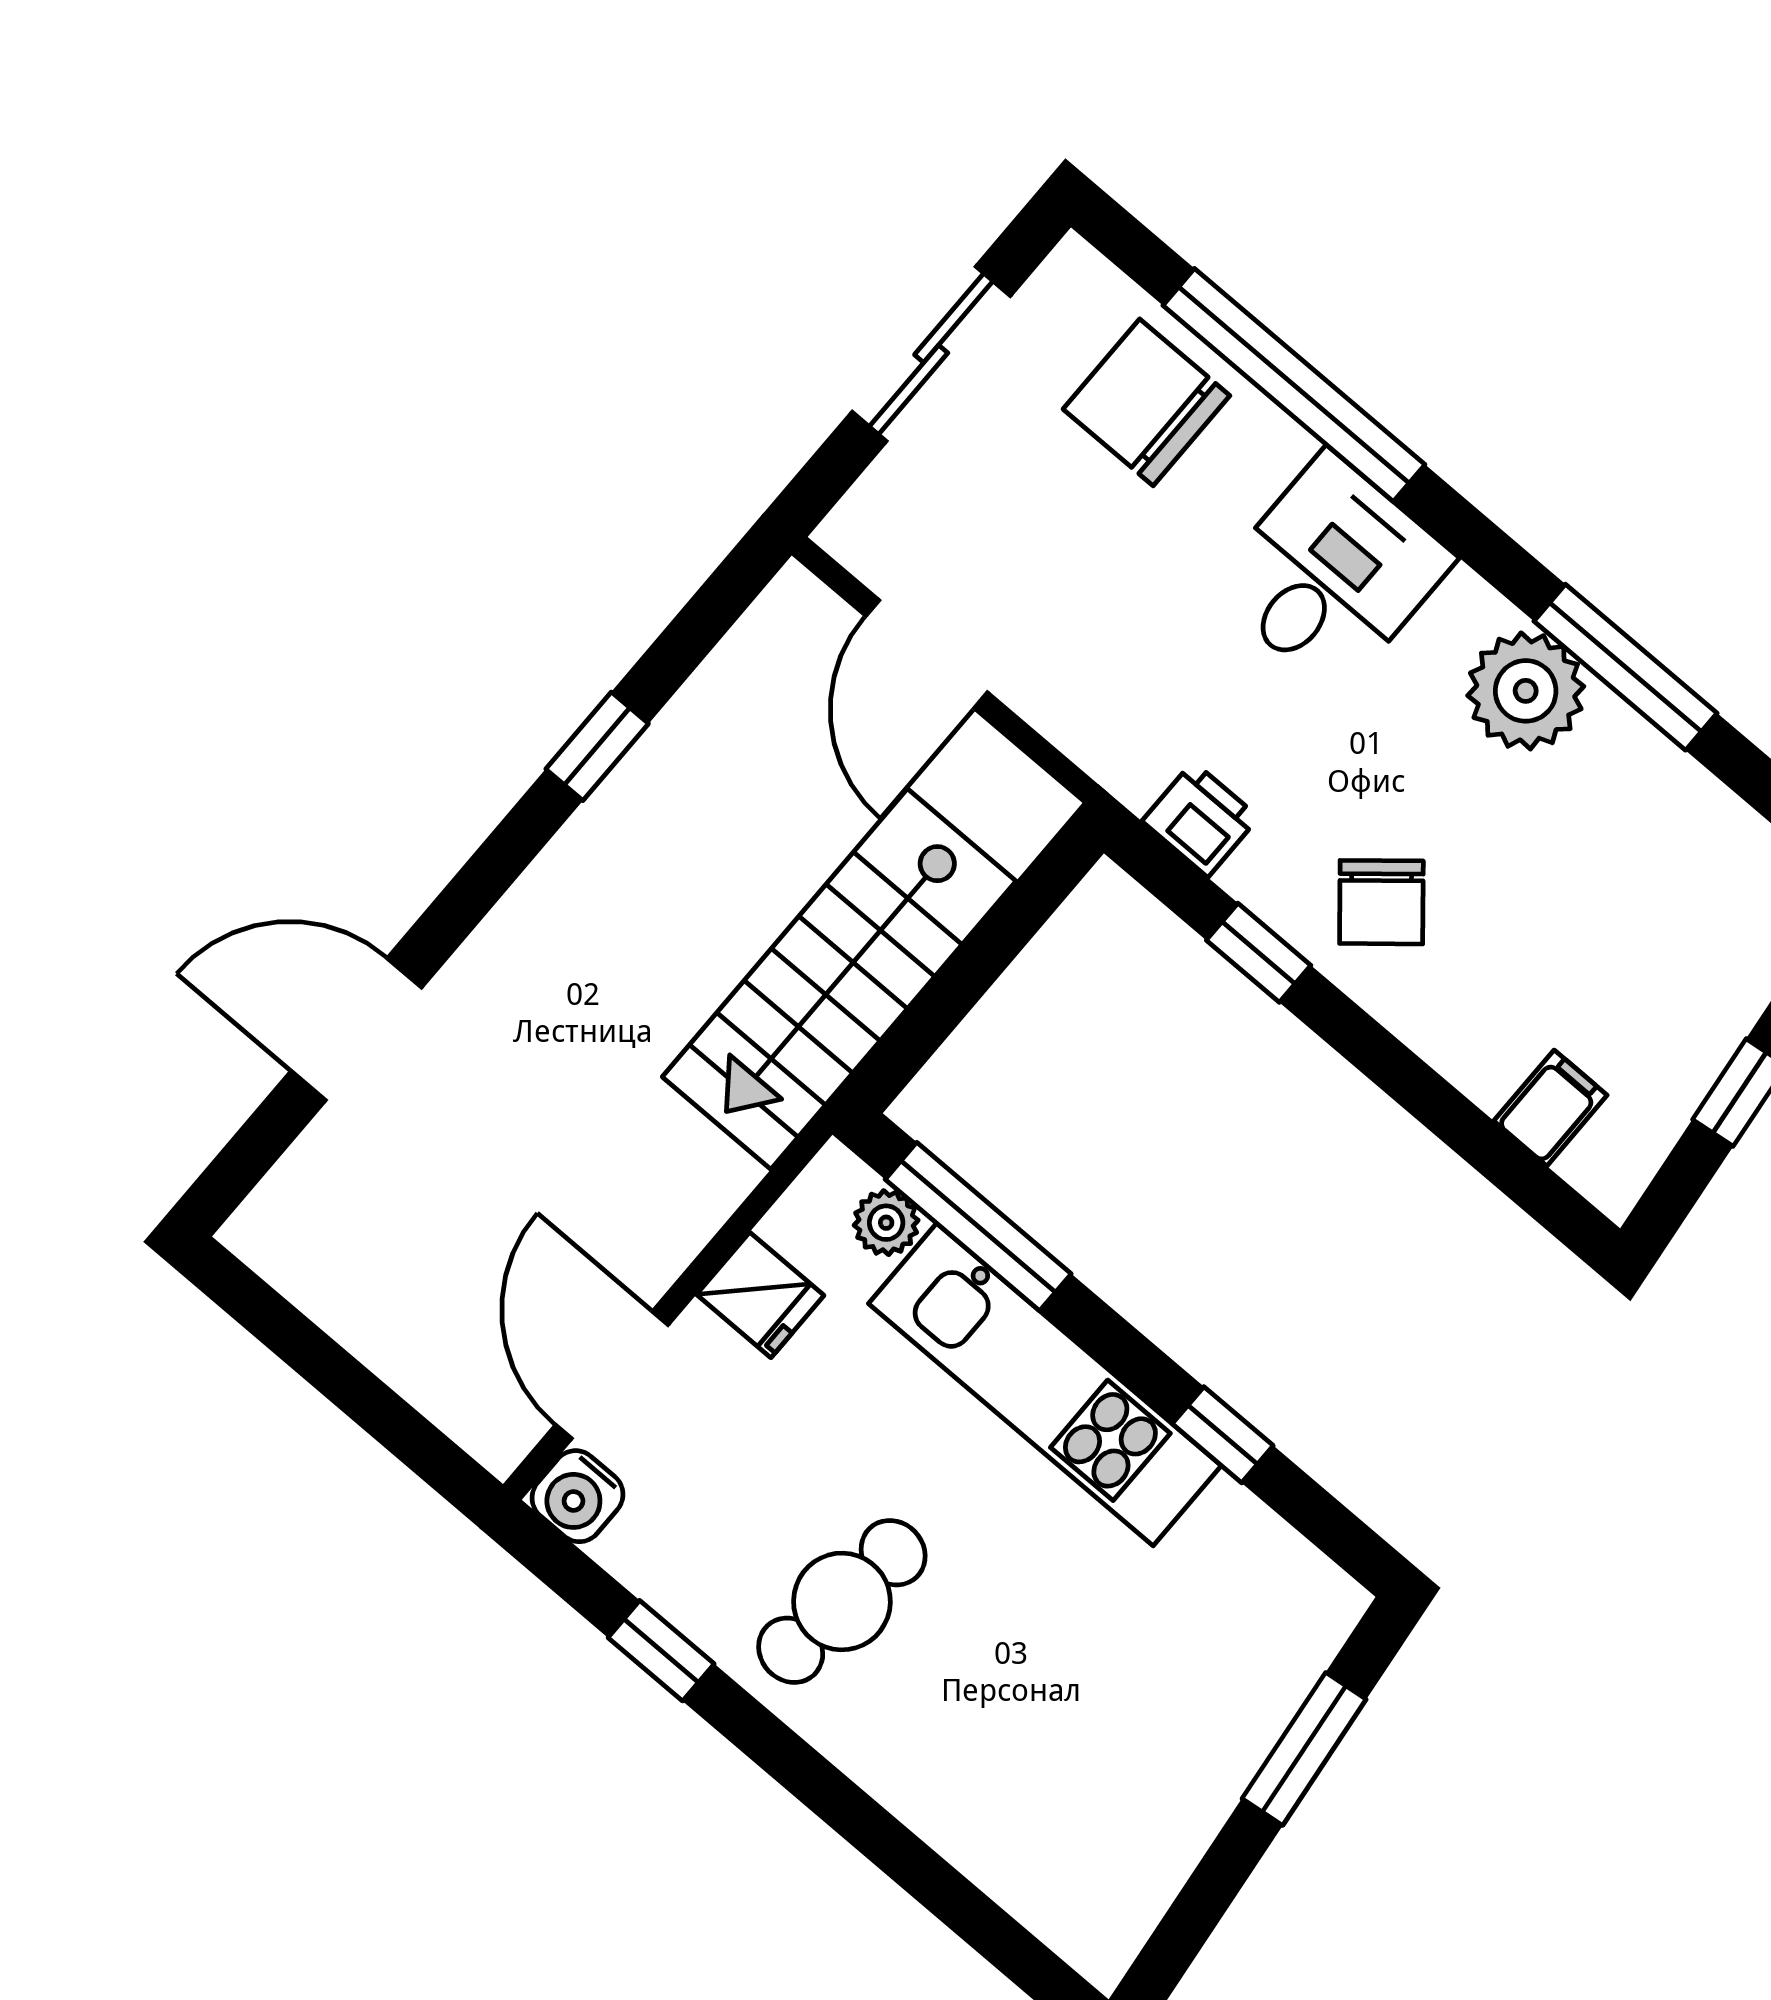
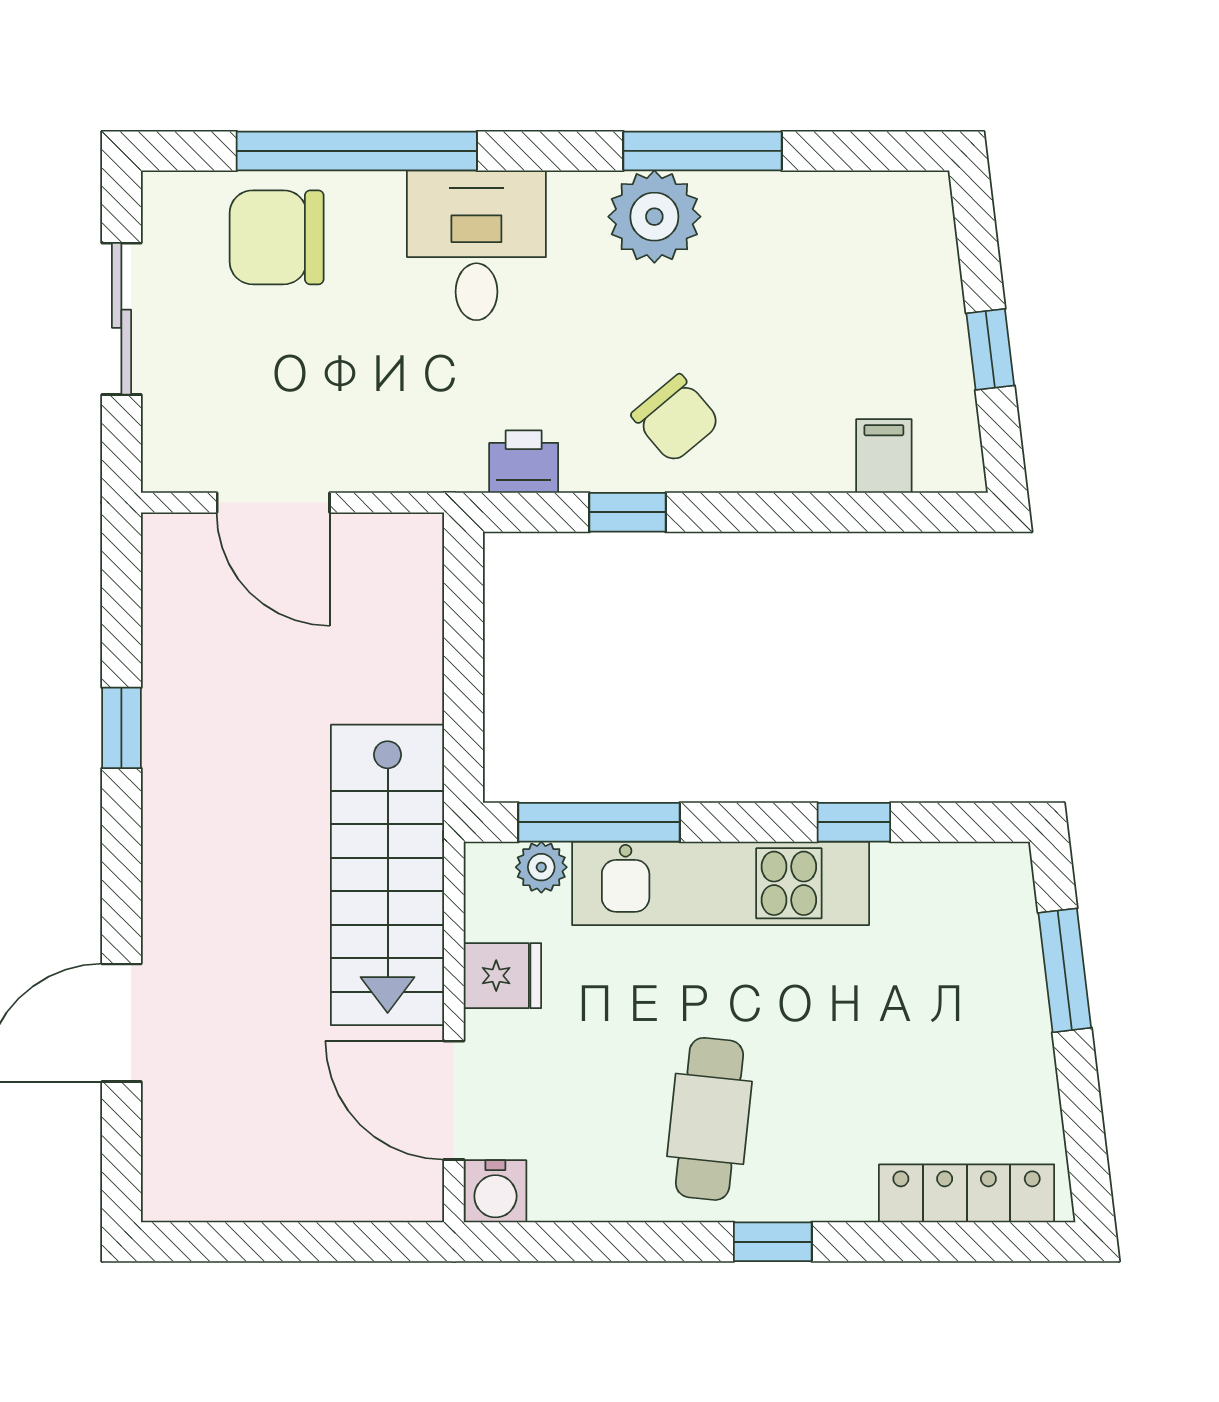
stairs: (839, 979) -> (388, 875), moved
window: (661, 1651) -> (773, 1242), moved
locker: (1028, 1883) -> (967, 1193), added

